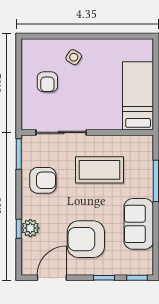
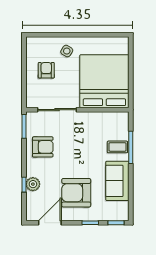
armchair: (47, 82) -> (46, 70), turned 180
bed: (138, 96) -> (104, 81), width x2.04
coffee table: (99, 170) -> (117, 147), moved, width x0.54, depth x0.58

